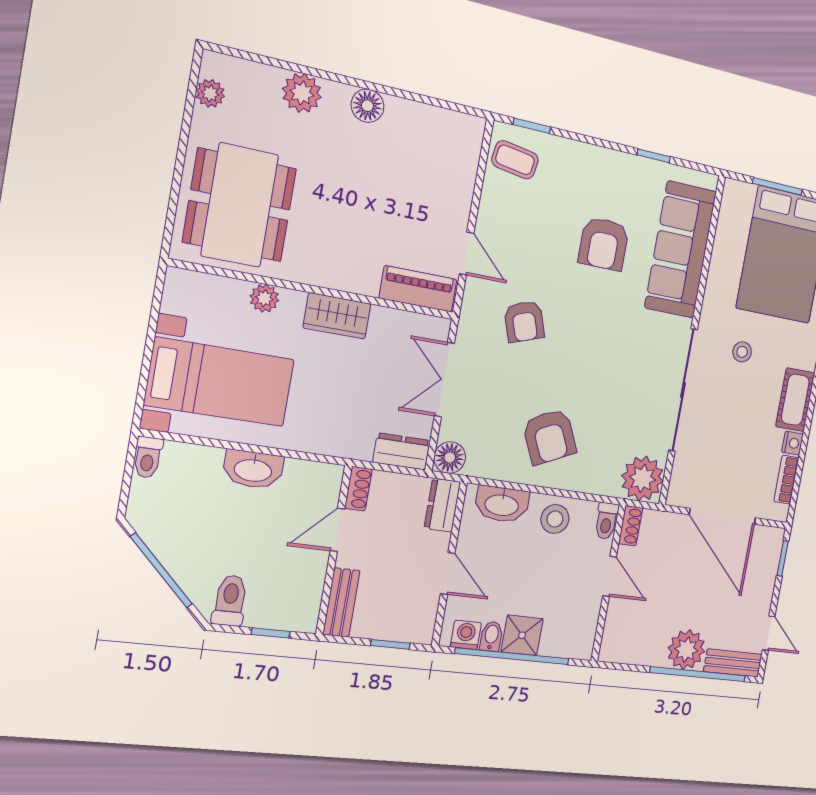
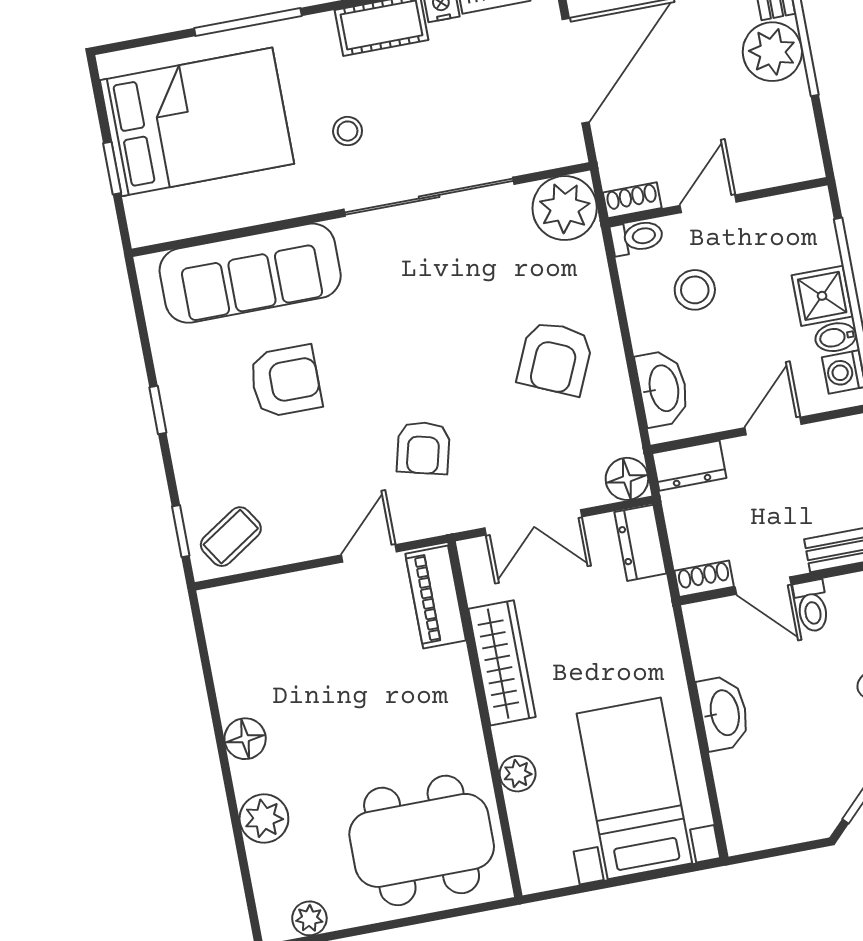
window: (654, 156) -> (158, 410), moved
coffee table: (515, 160) -> (231, 537), turned 48
window: (777, 186) -> (112, 168), width x0.67
wardrobe: (337, 316) -> (502, 663), width x1.50
armchair: (524, 321) -> (423, 448), turned 123
armchair: (550, 437) -> (555, 358), turned 139
toilet: (148, 457) -> (812, 606), moved, turned 90
stool: (555, 519) -> (695, 290), moved

